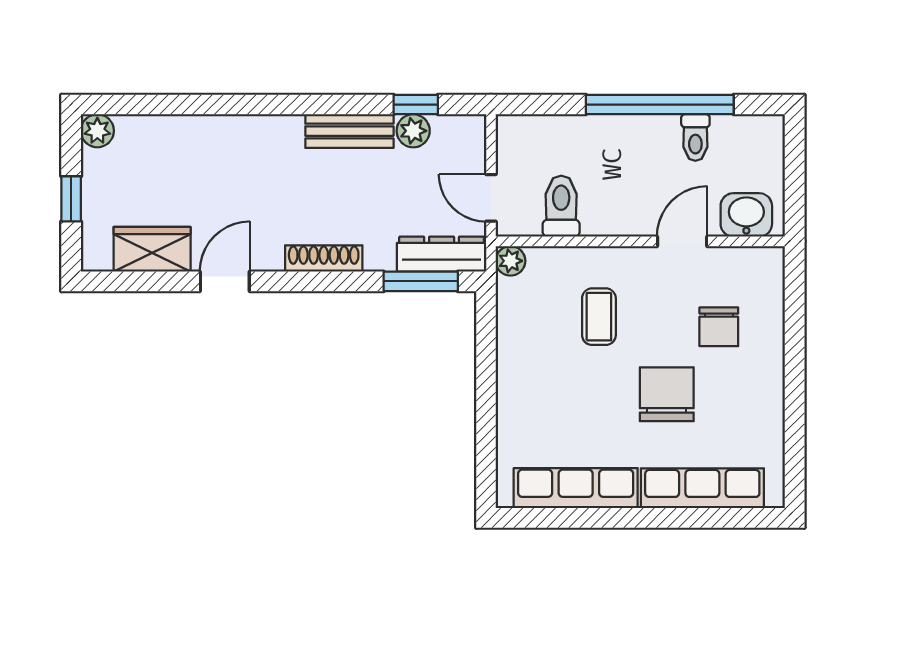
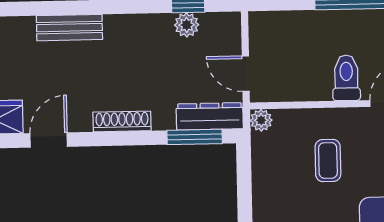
bench: (349, 131) -> (69, 28), moved
toilet: (561, 206) -> (346, 78), moved

